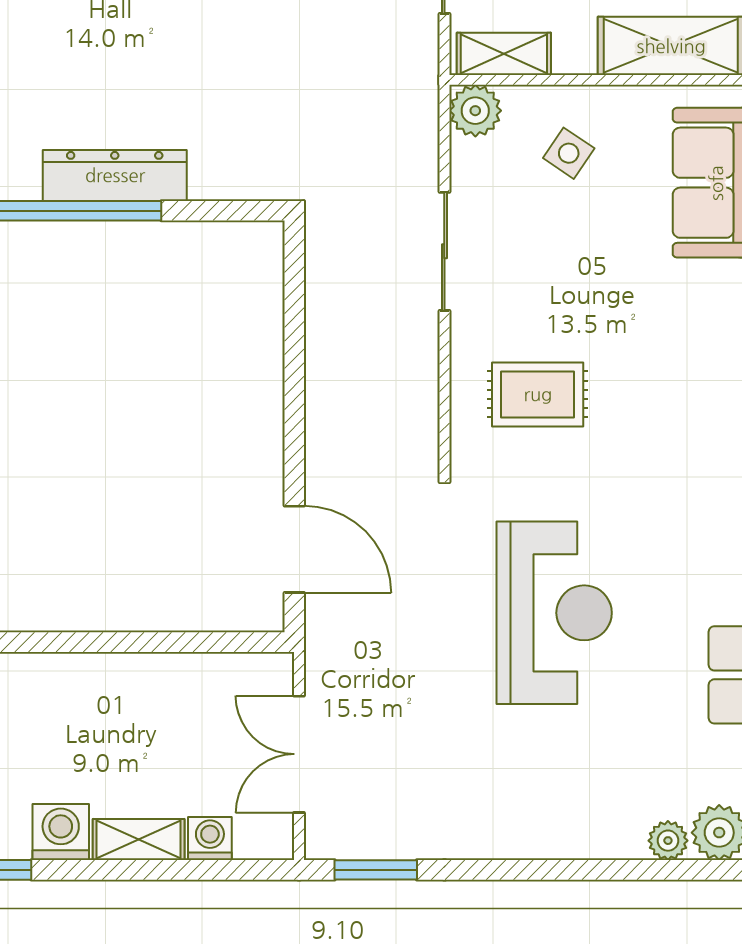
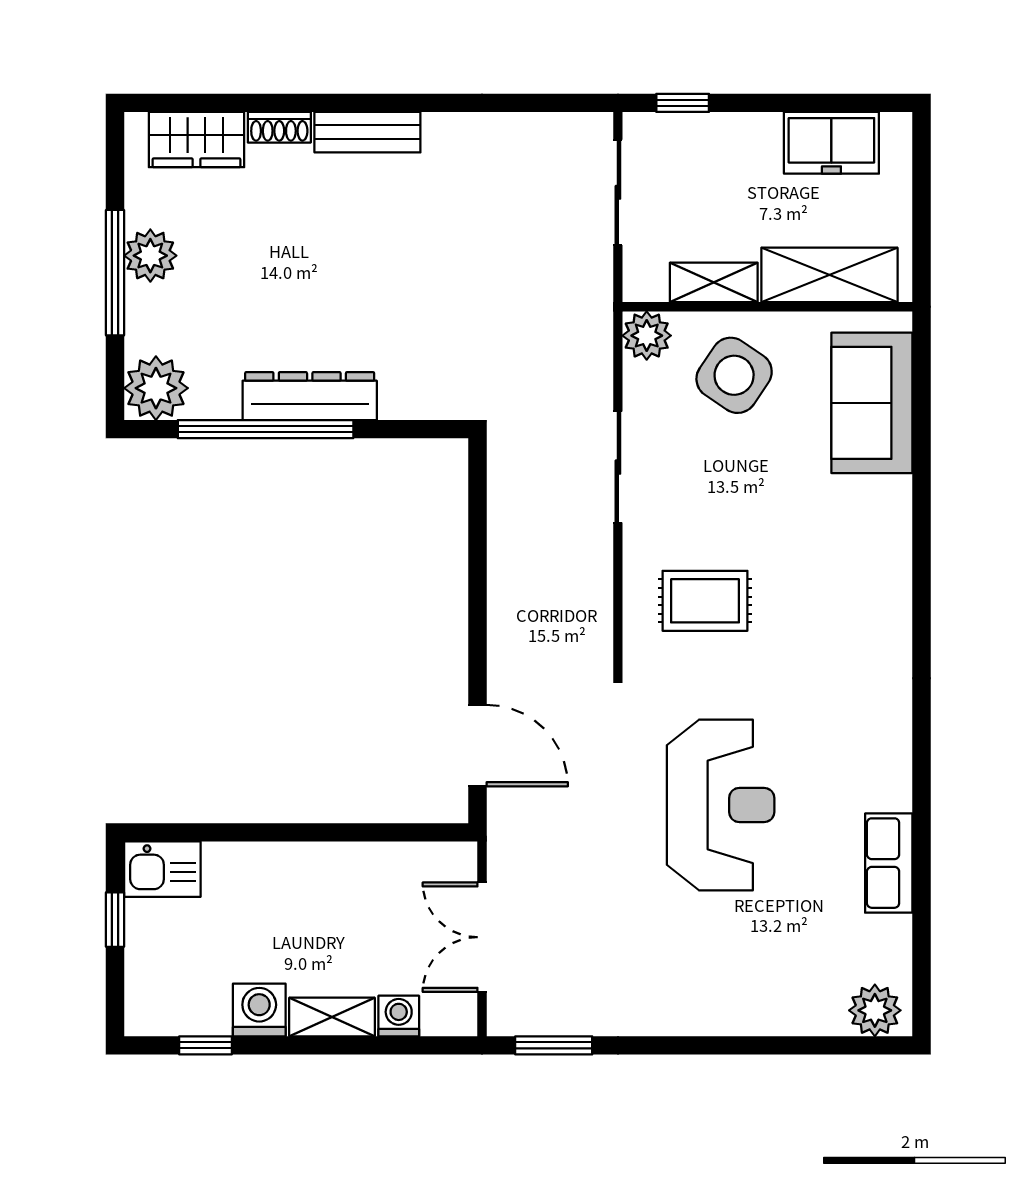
shelving: (504, 54) -> (714, 282), moved
side table: (569, 153) -> (734, 375), width x1.87, depth x1.87
plant: (668, 841) -> (827, 1018), removed

